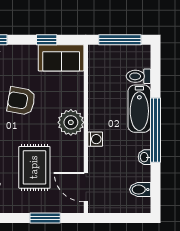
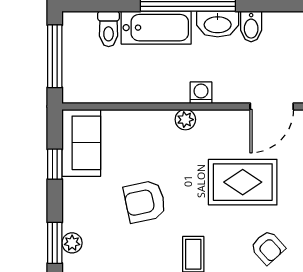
armchair: (21, 101) -> (145, 202), turned 68
plant: (71, 122) -> (185, 120), width x0.53, depth x0.53
washbasin: (144, 157) -> (218, 24), width x1.91, depth x1.45
bidet: (140, 190) -> (251, 26), moved

